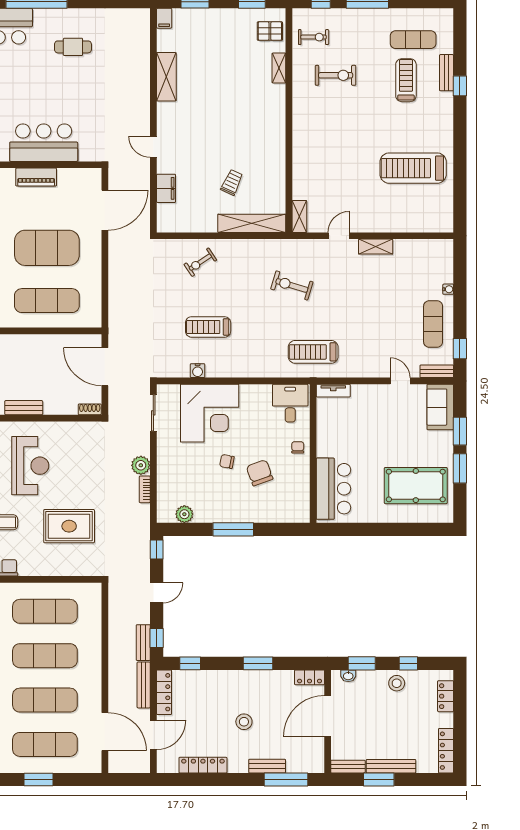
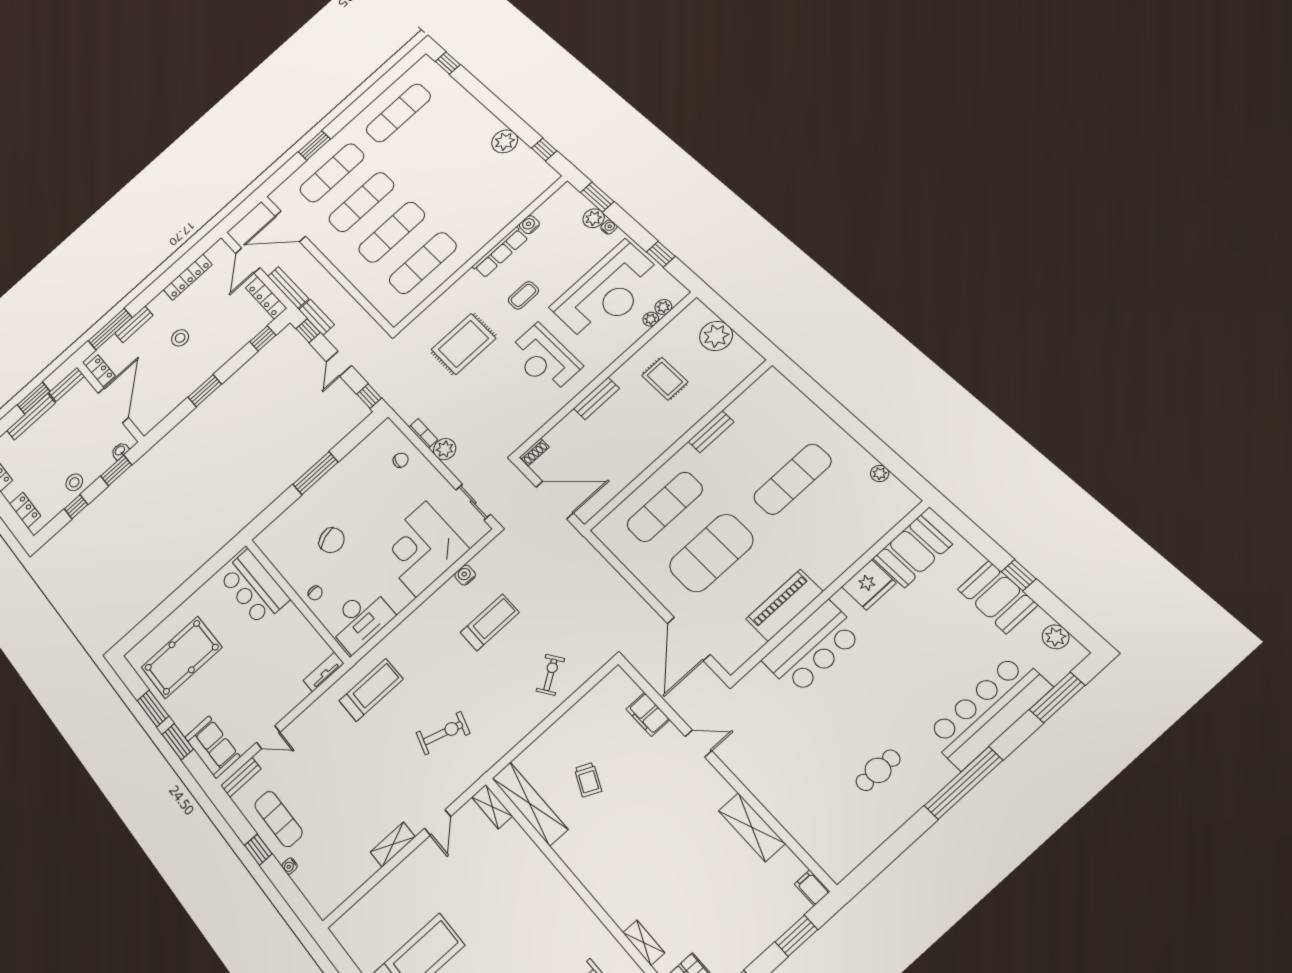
piano: (36, 177) -> (784, 605), width x1.37, depth x1.33
shelving: (252, 223) -> (530, 804), moved, turned 90
window: (460, 349) -> (258, 850), moved
desk: (290, 403) -> (360, 619), width x1.37
chair: (227, 461) -> (401, 460), moved
plant: (184, 514) -> (370, 446), removed
locker: (310, 677) -> (100, 371), moved, turned 90

